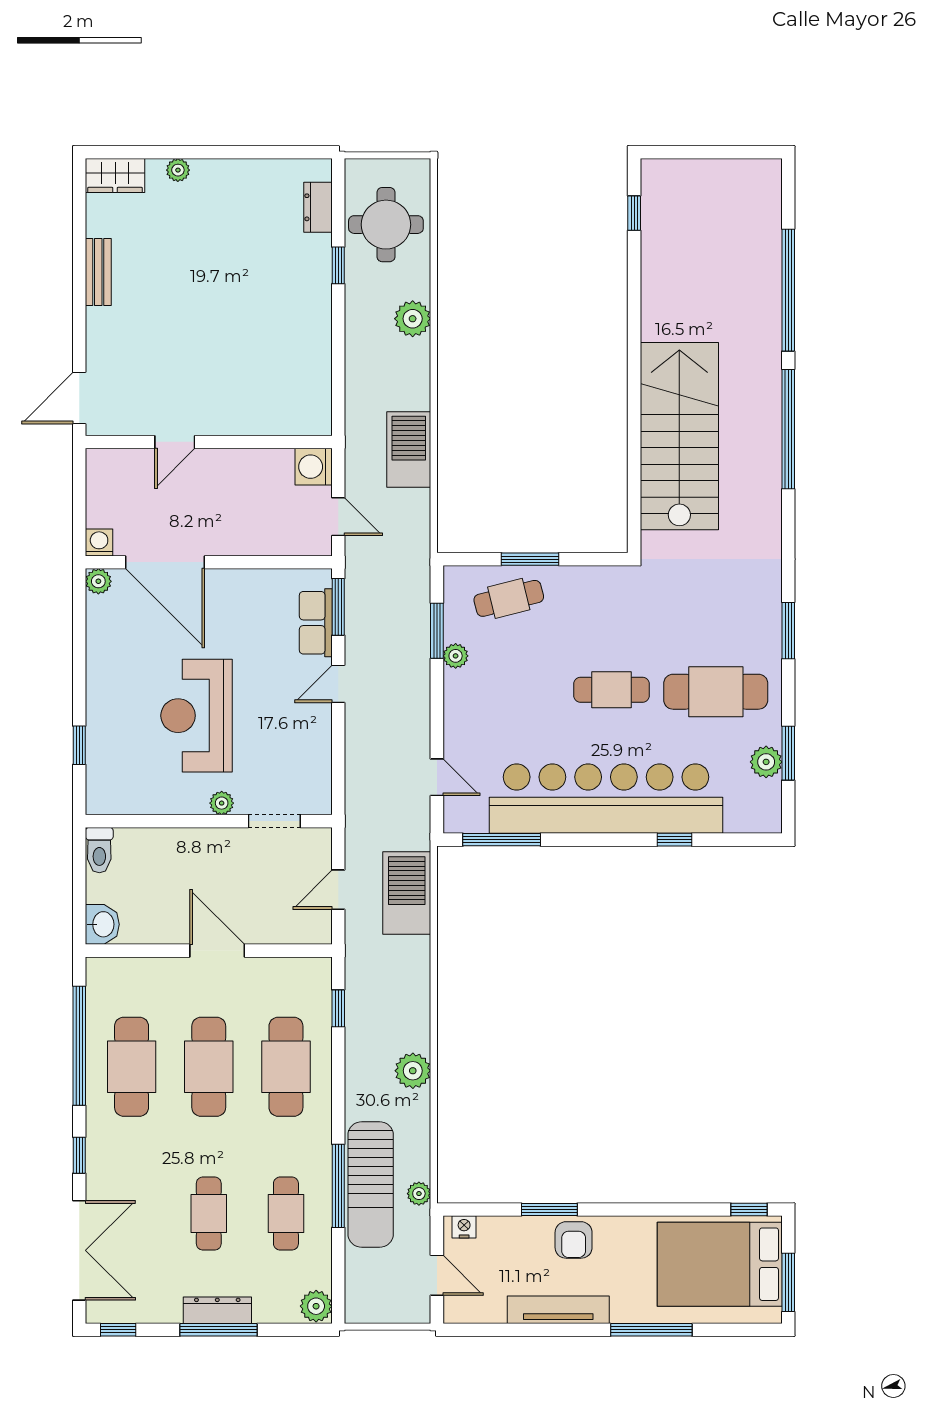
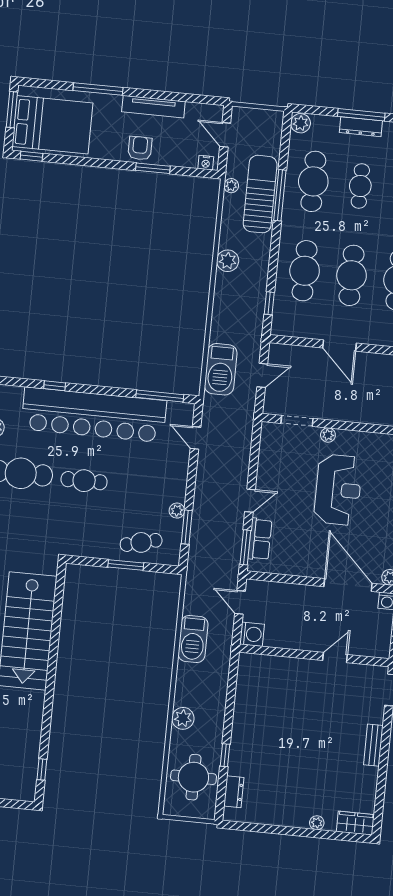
bench: (98, 272) -> (373, 745), moved
cafe table: (286, 1214) -> (313, 181), width x1.37, depth x1.35

